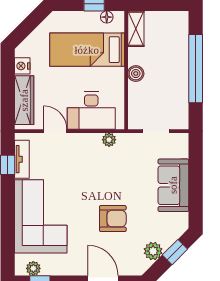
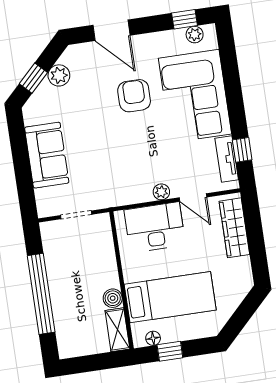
nightstand: (22, 66) -> (242, 267), removed
boiler: (136, 74) -> (113, 298), moved
plant: (109, 140) -> (161, 192), moved
armchair: (113, 219) -> (134, 96), moved, turned 90

